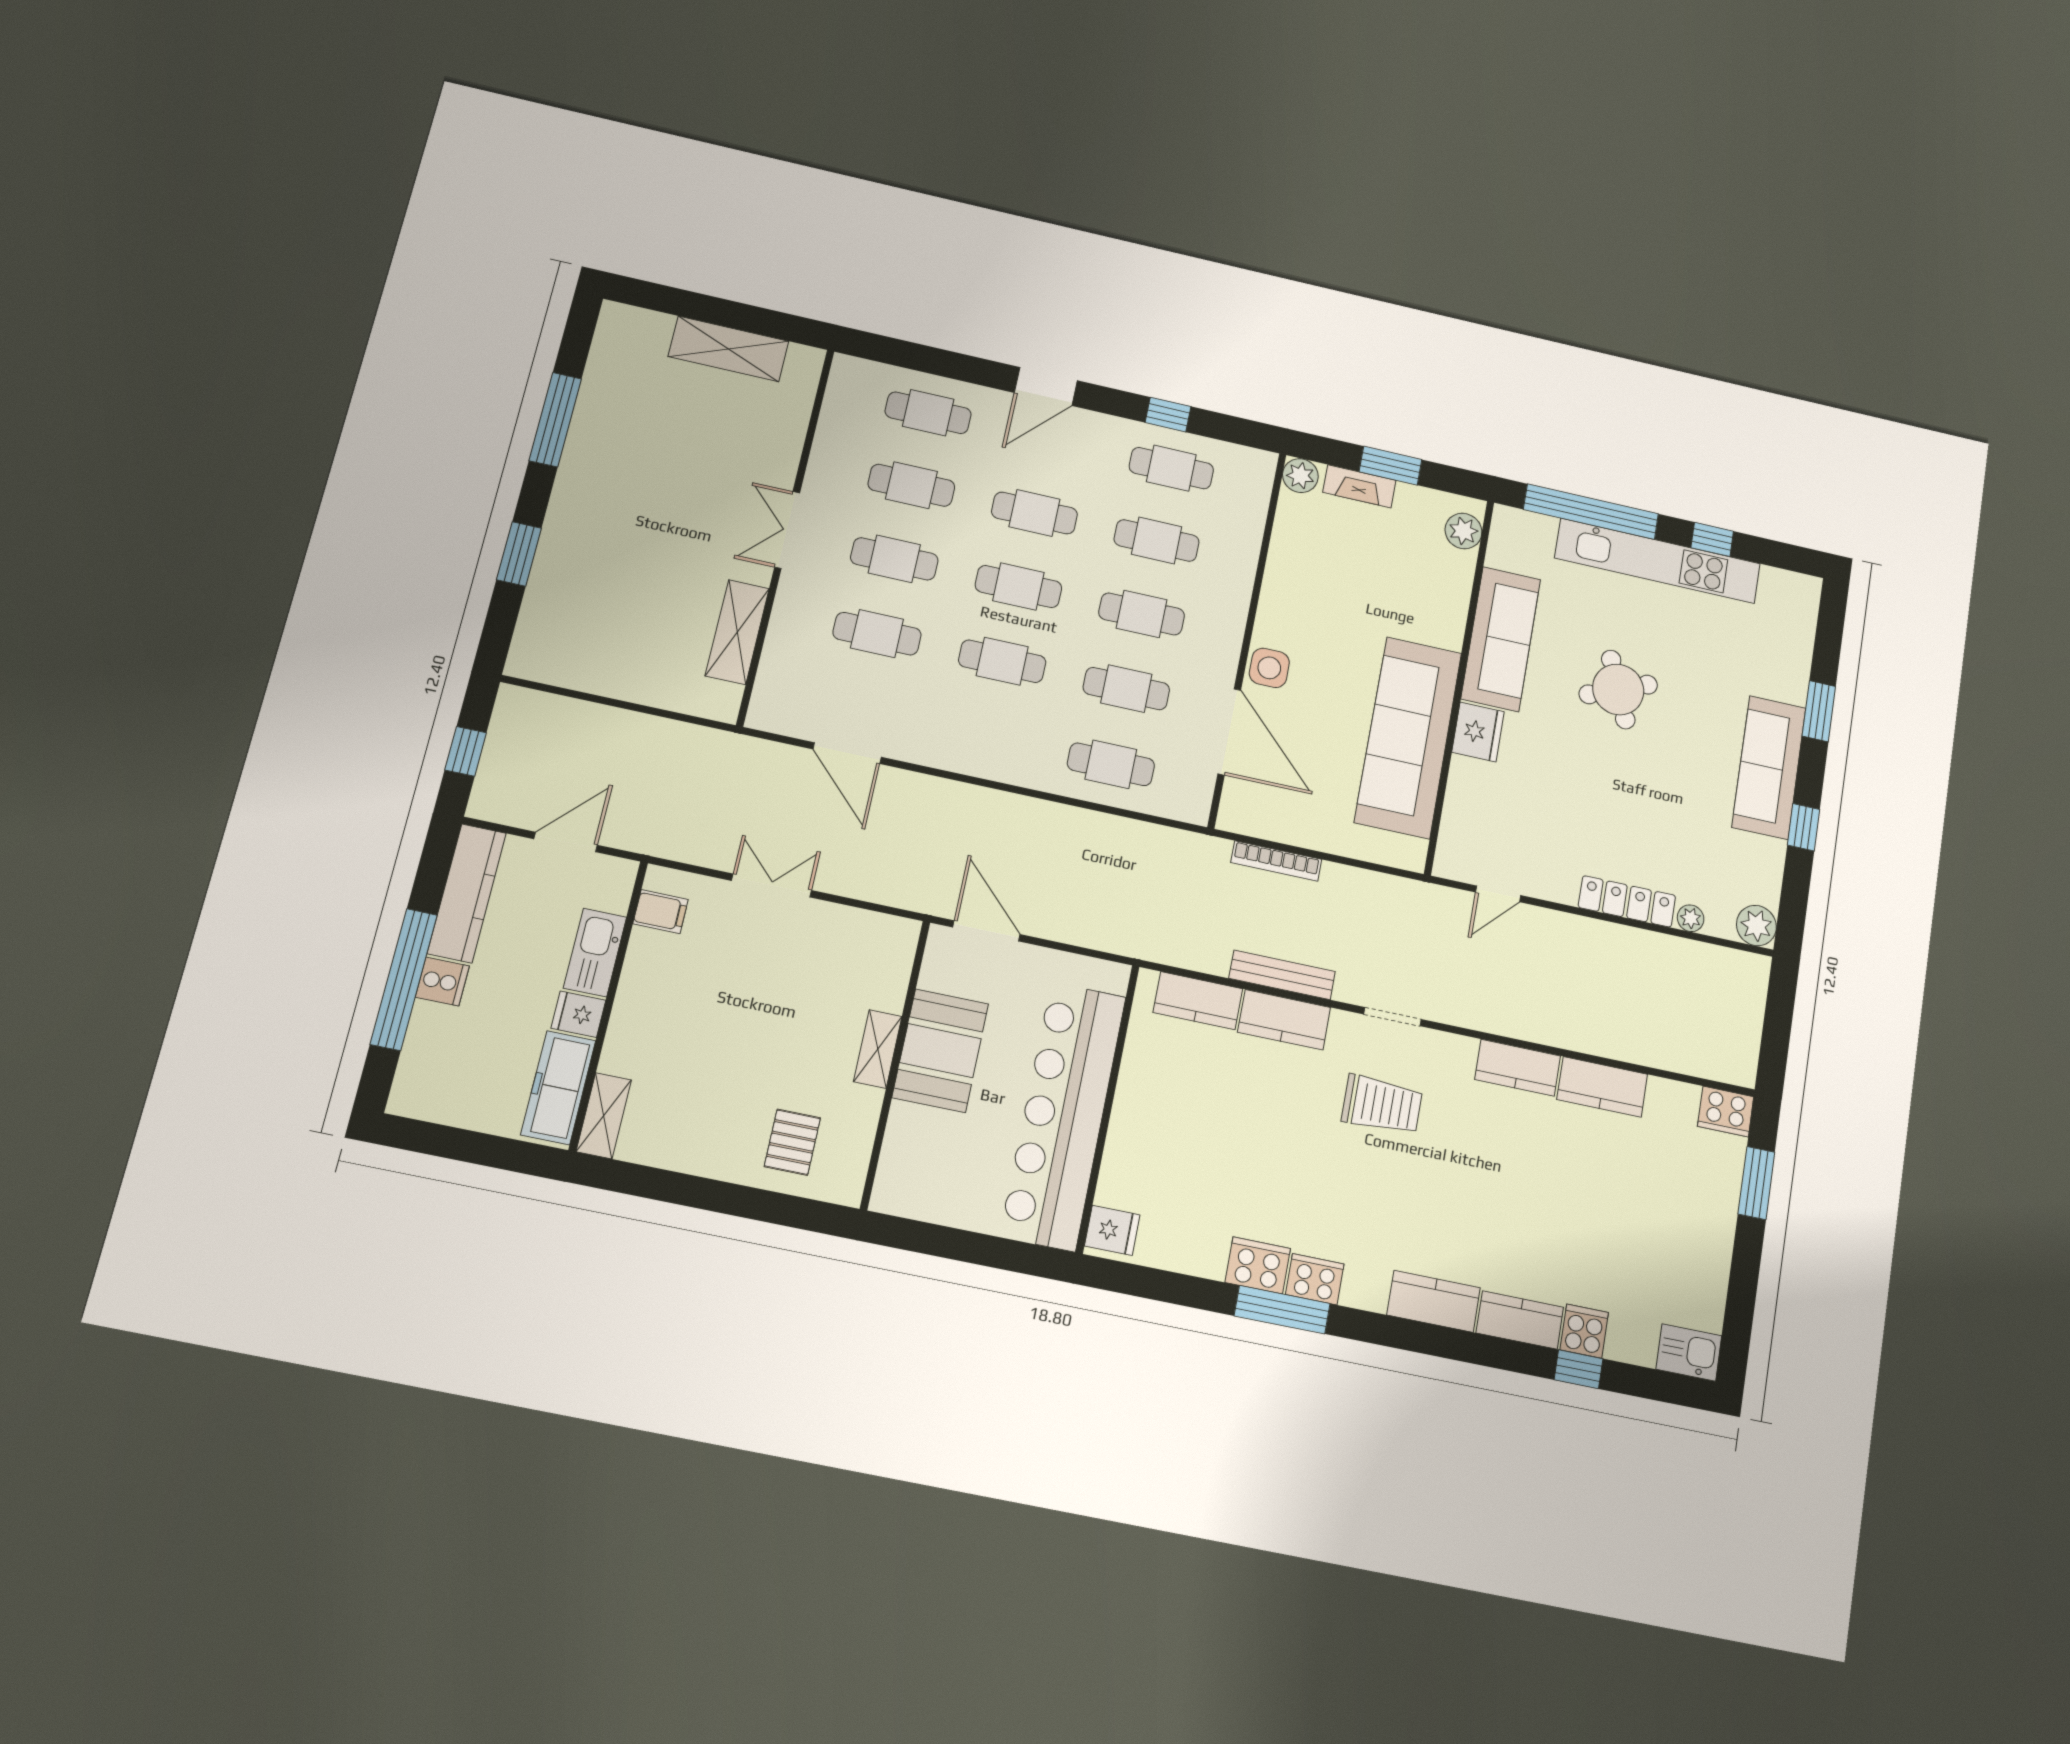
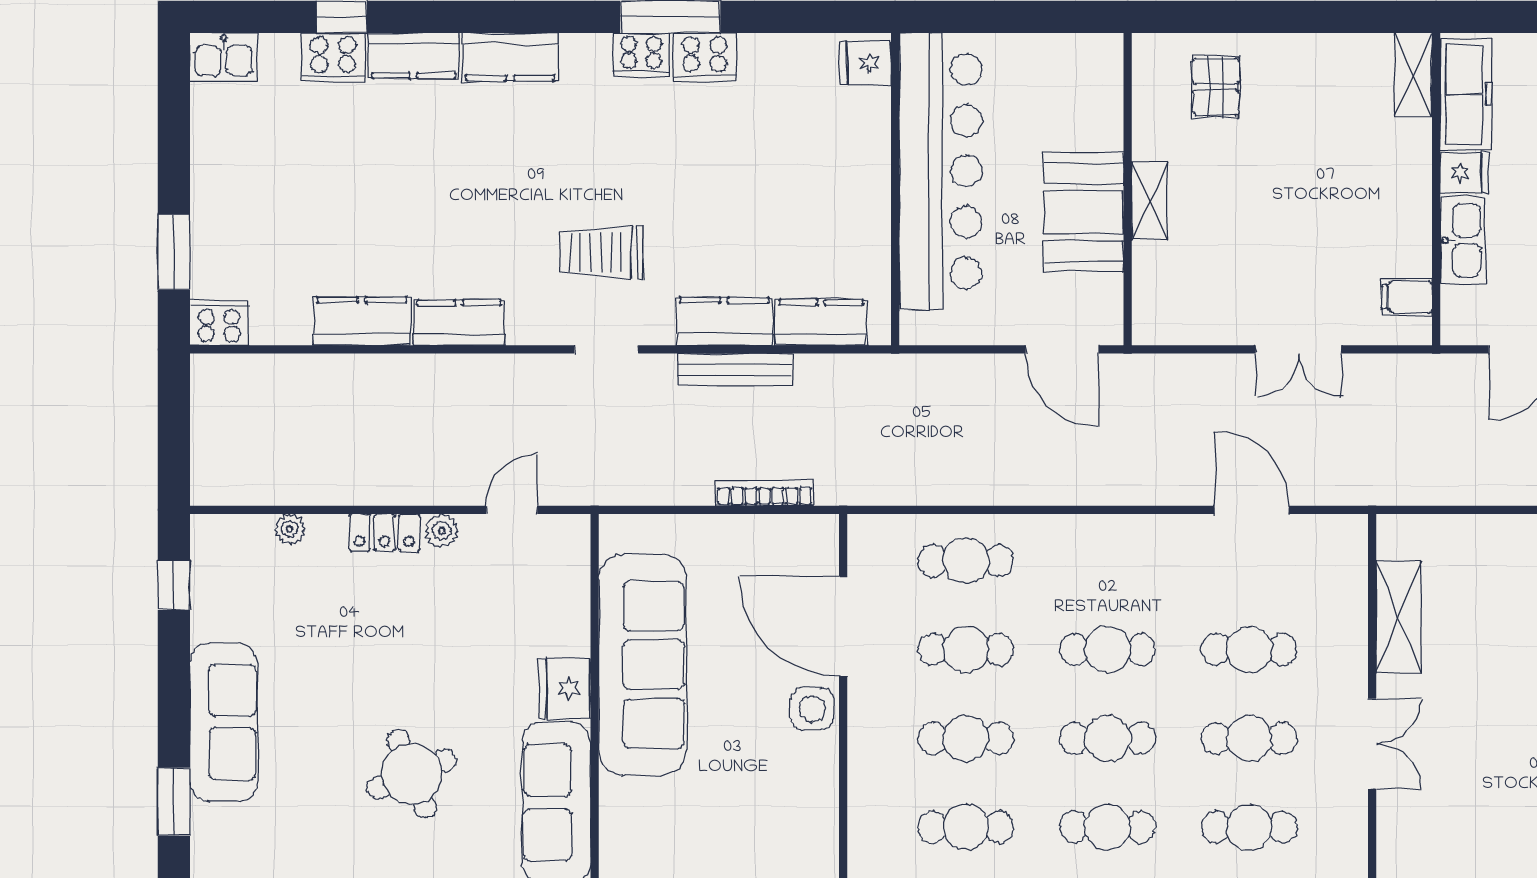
window: (1803, 827) -> (174, 585), moved
locker: (1627, 901) -> (384, 533), width x0.66
plant: (1756, 926) -> (442, 531), moved, width x0.73, depth x0.73
cooker: (1584, 1331) -> (333, 58), width x1.36

